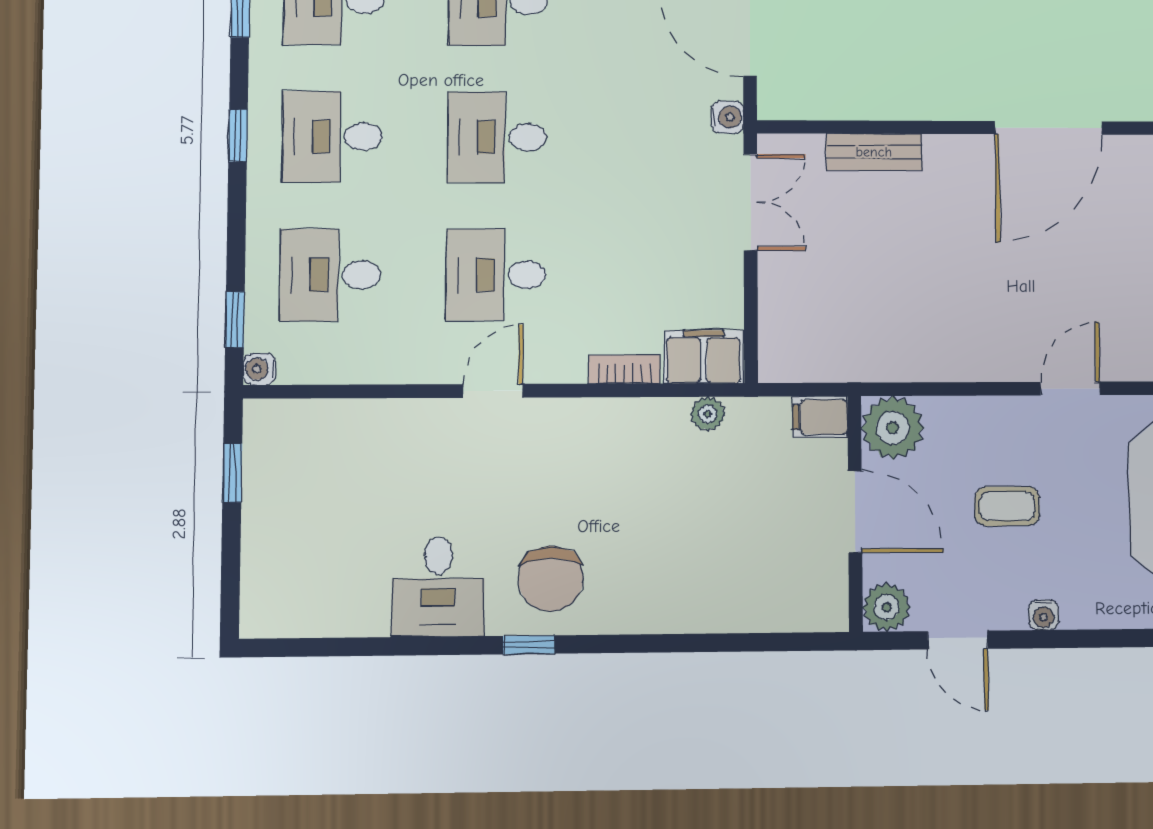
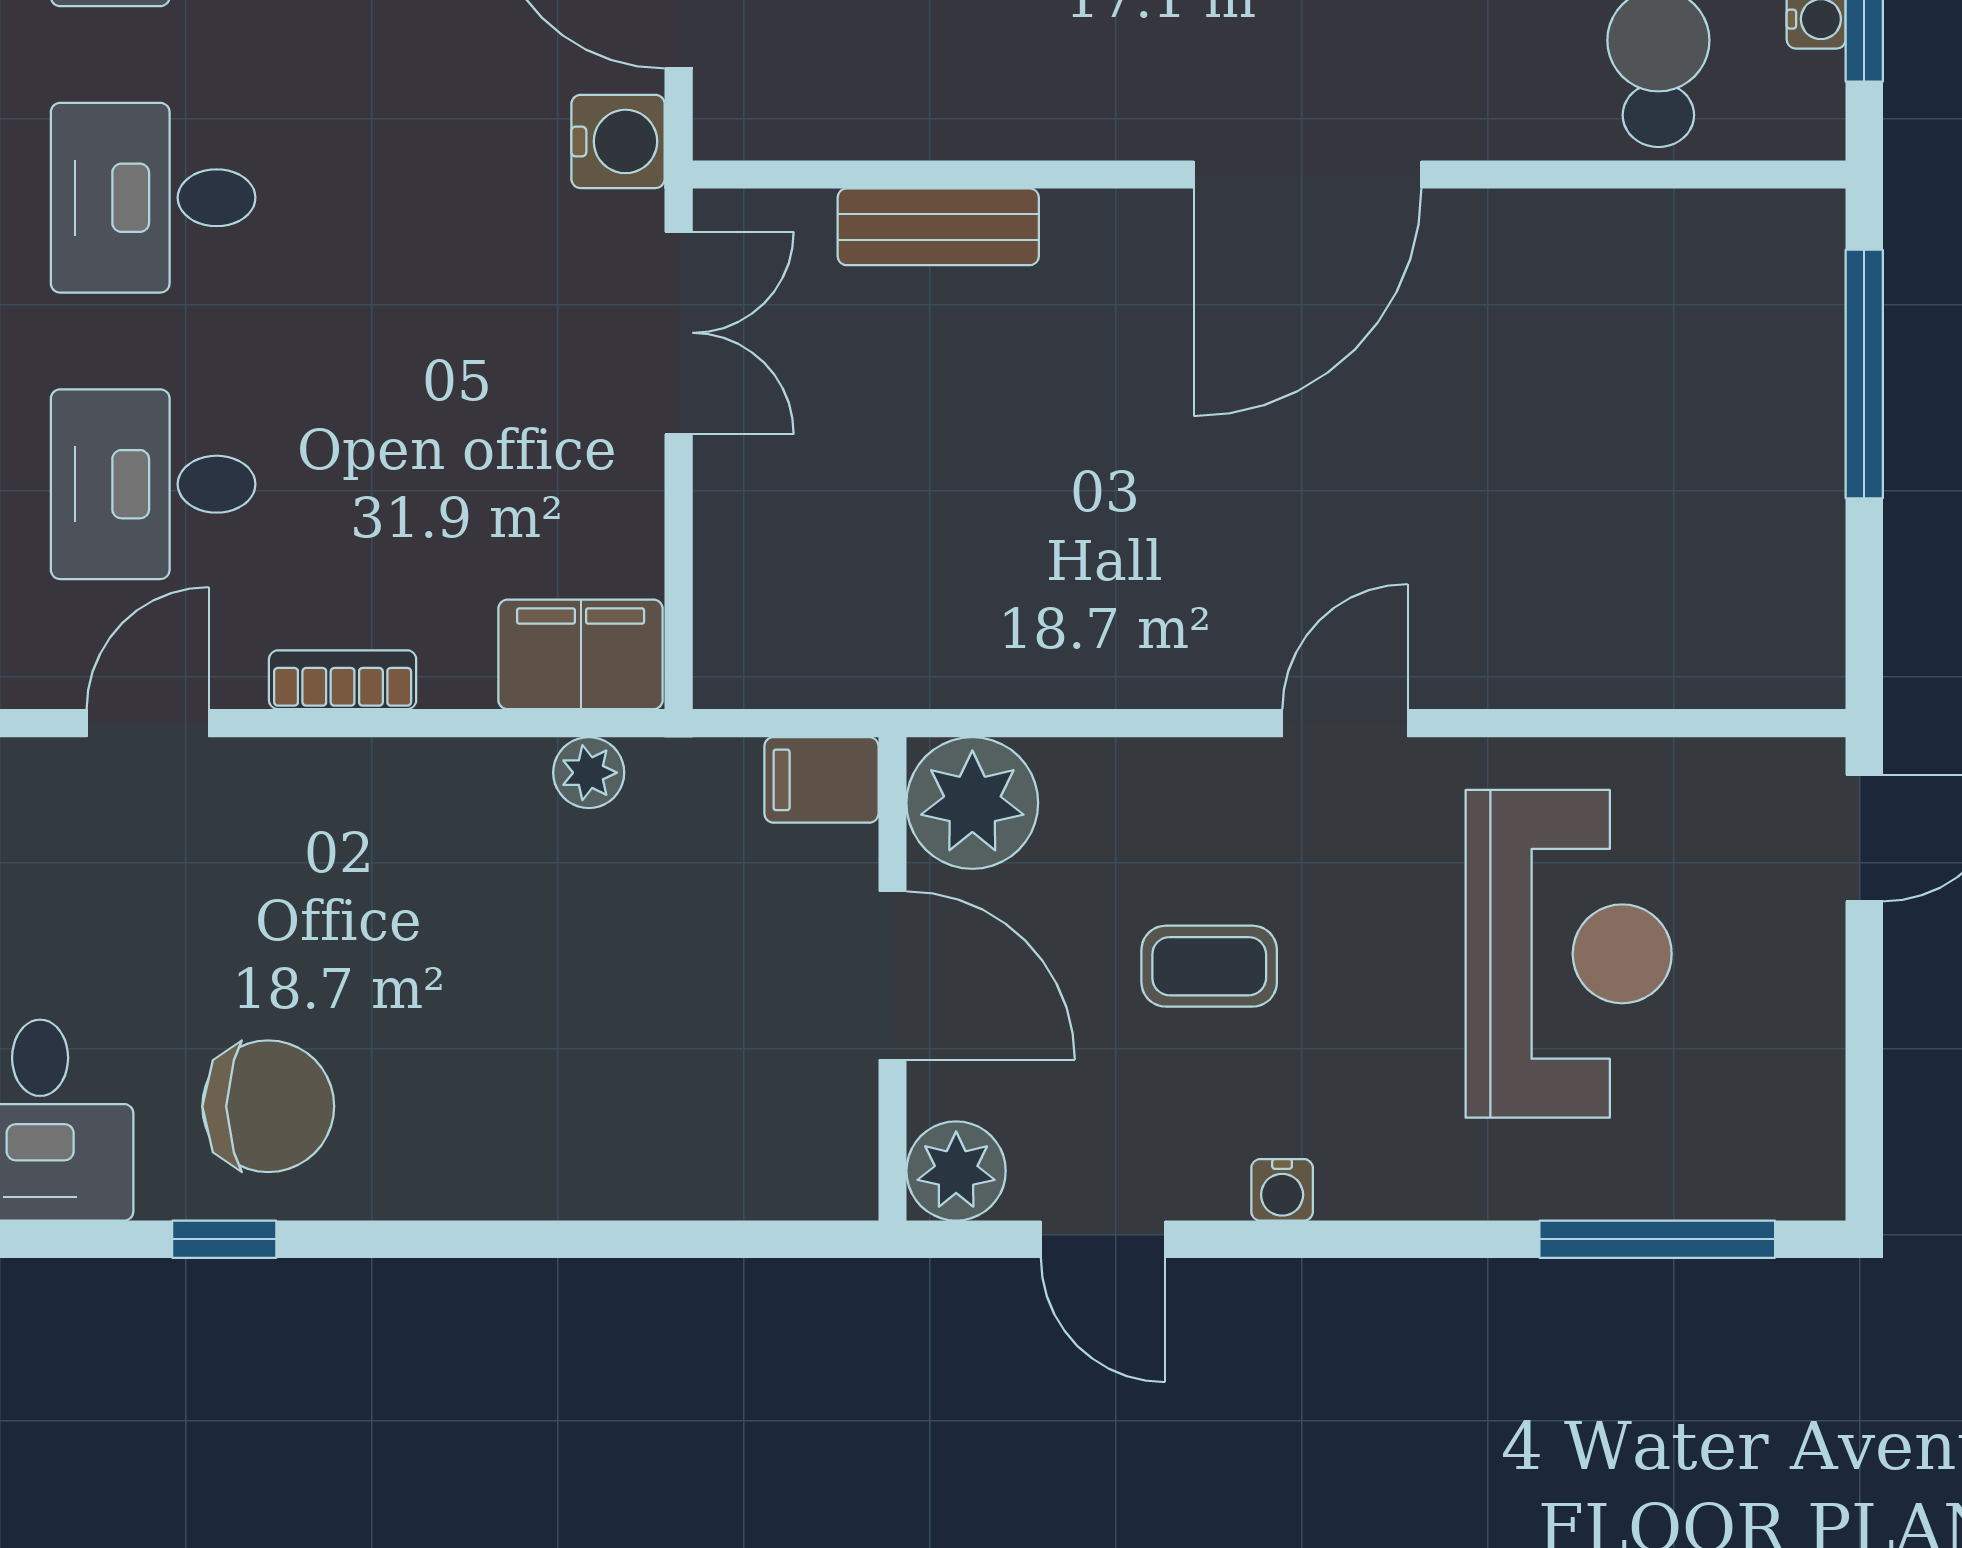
water cooler: (727, 117) -> (618, 141), width x1.38, depth x1.38
bookcase: (624, 369) -> (343, 680), moved
chair: (551, 579) -> (268, 1106), turned -90

